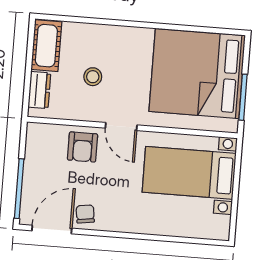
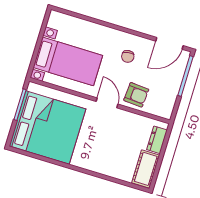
stool: (93, 77) -> (119, 141), removed
armchair: (83, 147) -> (136, 95), turned 94
chair: (85, 214) -> (128, 56), moved

